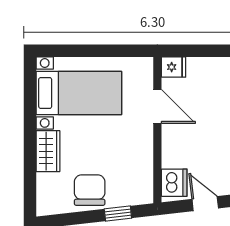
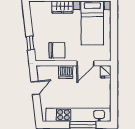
dishwasher: (174, 183) -> (66, 72), moved
chair: (90, 190) -> (57, 50), moved

